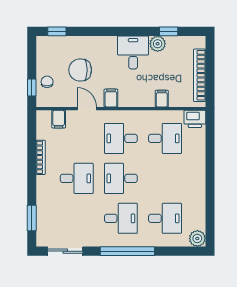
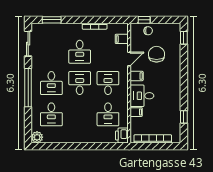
plant: (158, 44) -> (175, 109), removed
desk: (133, 52) -> (142, 96), moved, turned 180

